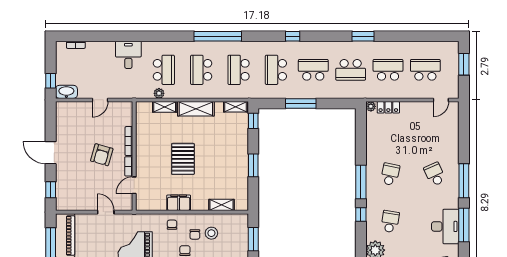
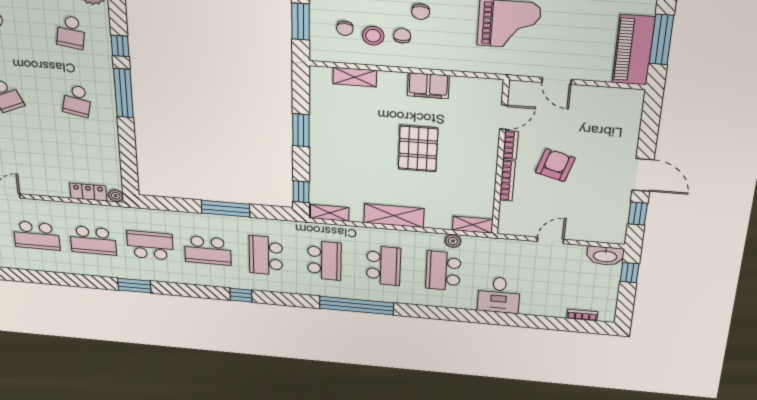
school desk: (276, 70) -> (266, 255), turned 180
shelving: (165, 107) -> (473, 225), moved
window: (51, 190) -> (638, 214), moved
chair: (172, 225) -> (345, 28), moved

